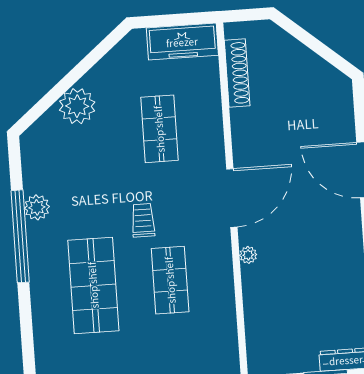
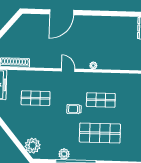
plant: (77, 106) -> (33, 146), moved
door: (232, 198) -> (68, 70), width x0.53

